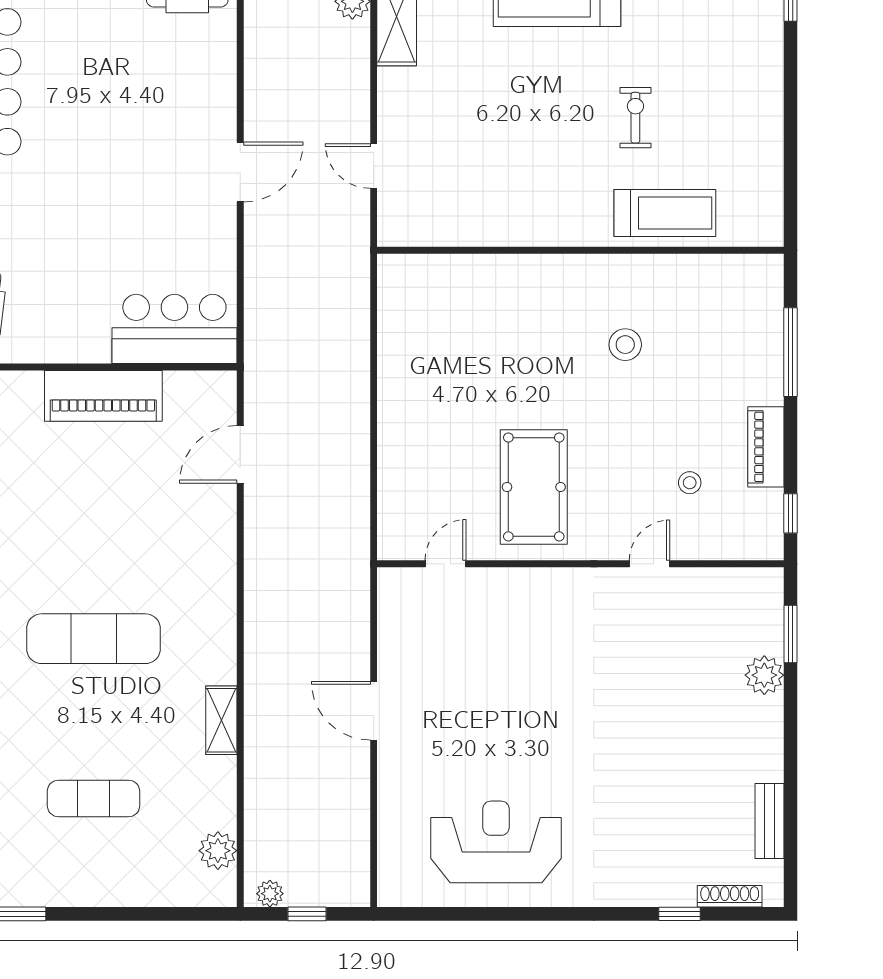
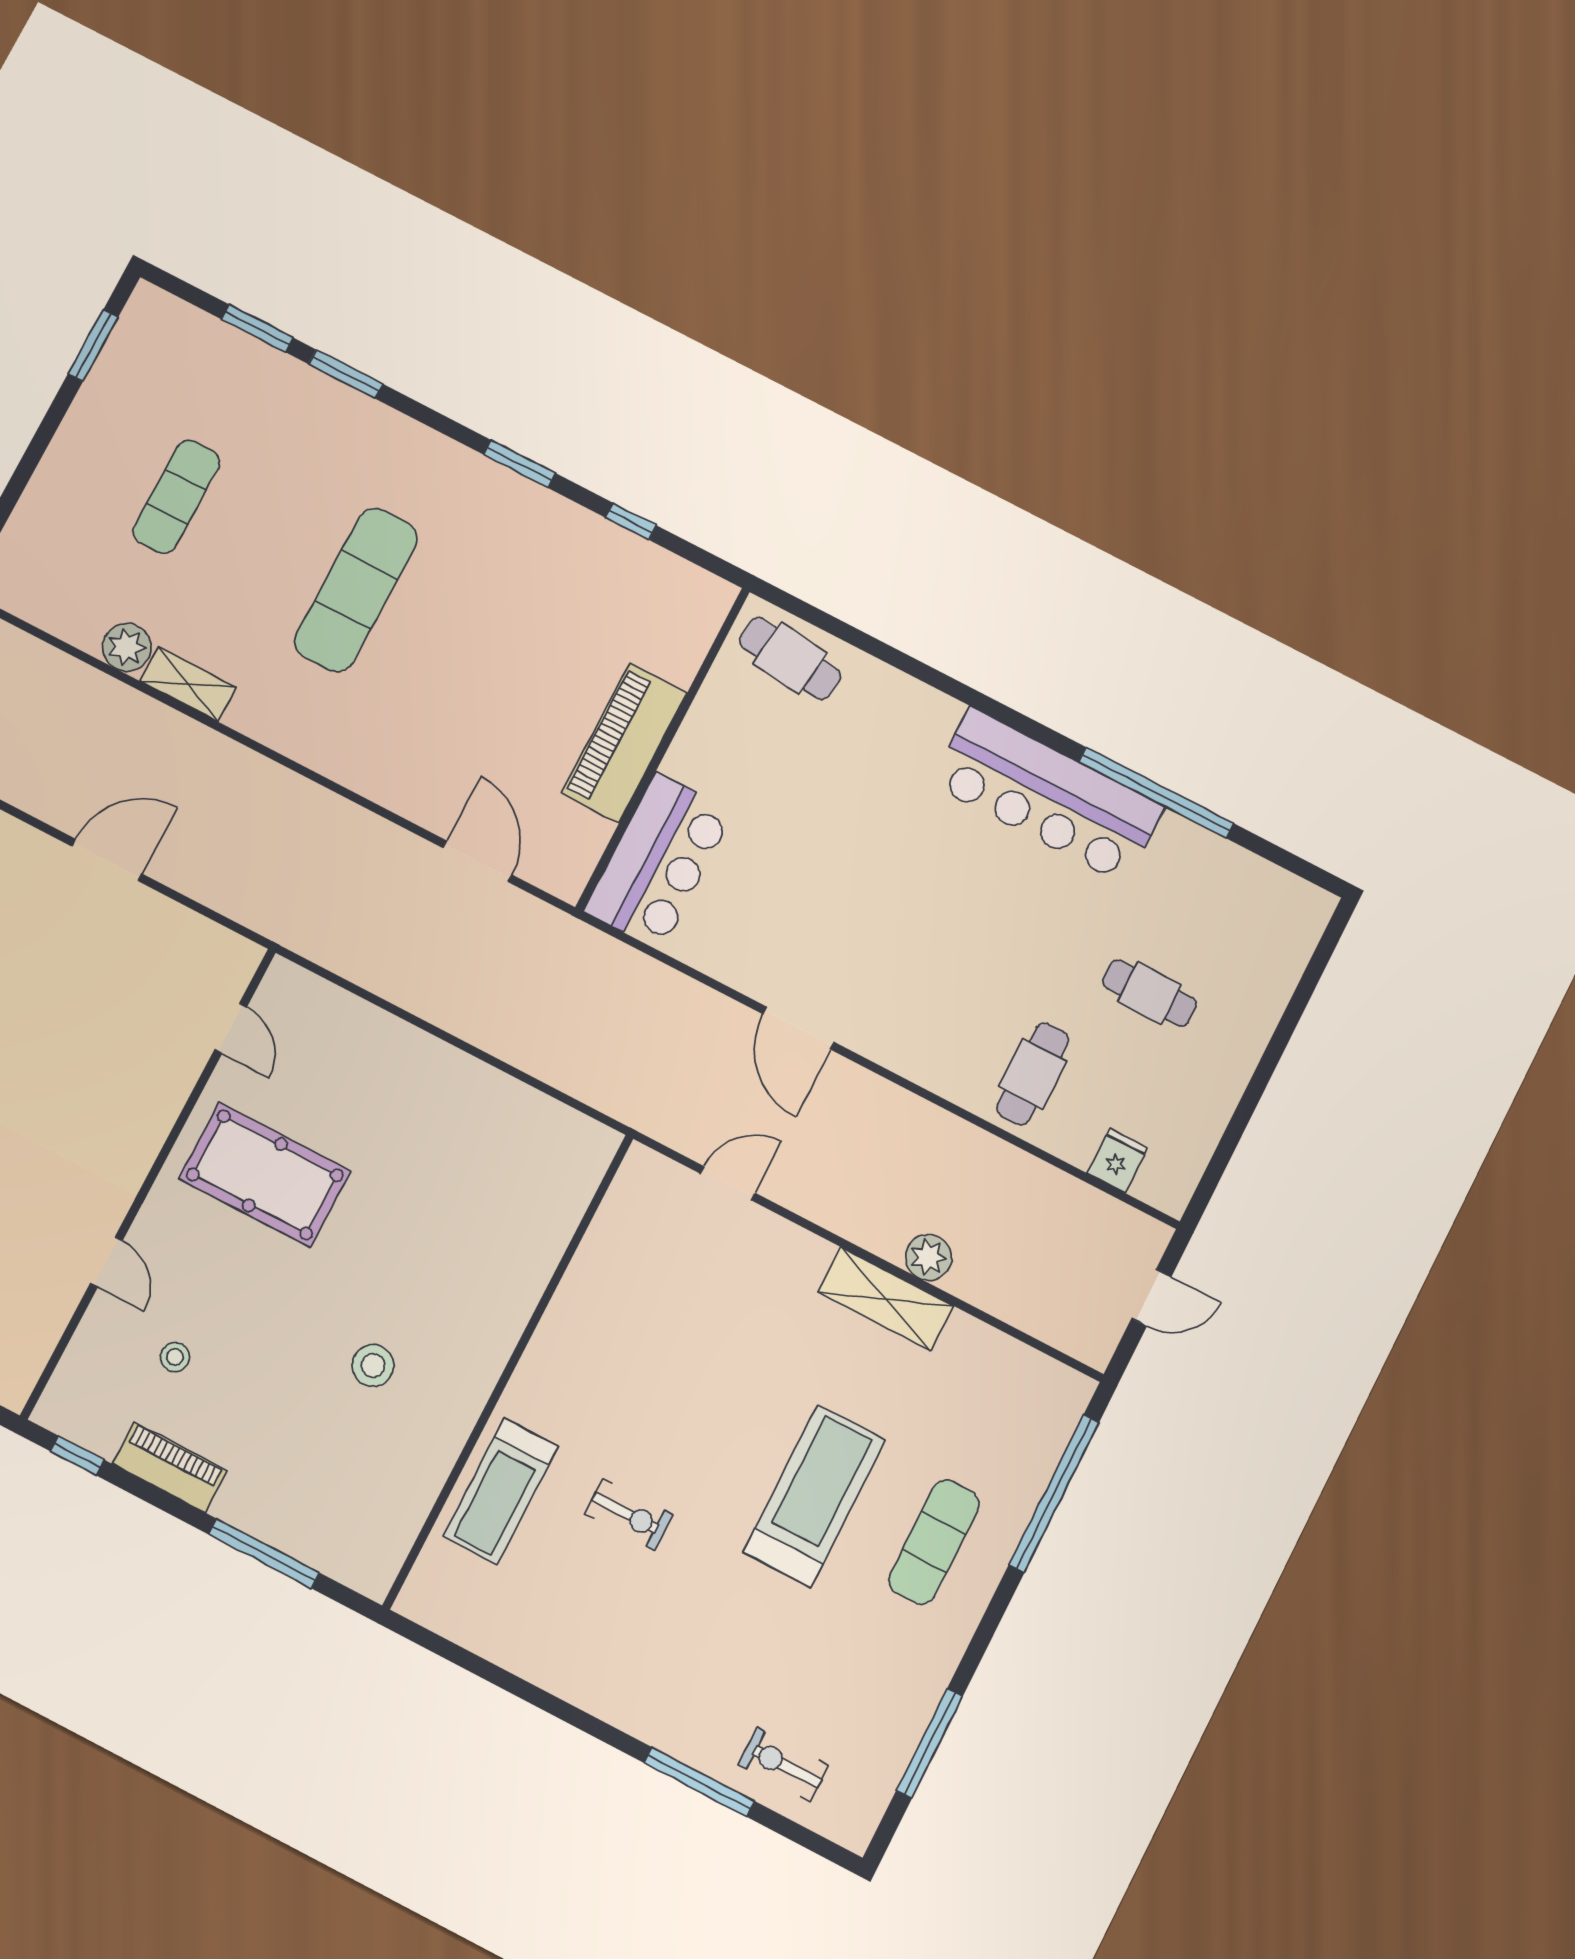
plant: (218, 851) -> (127, 647), moved

